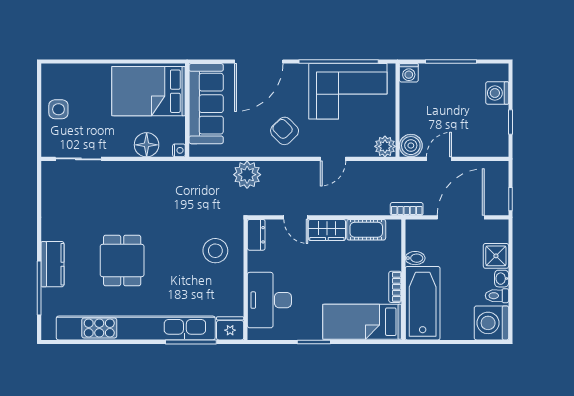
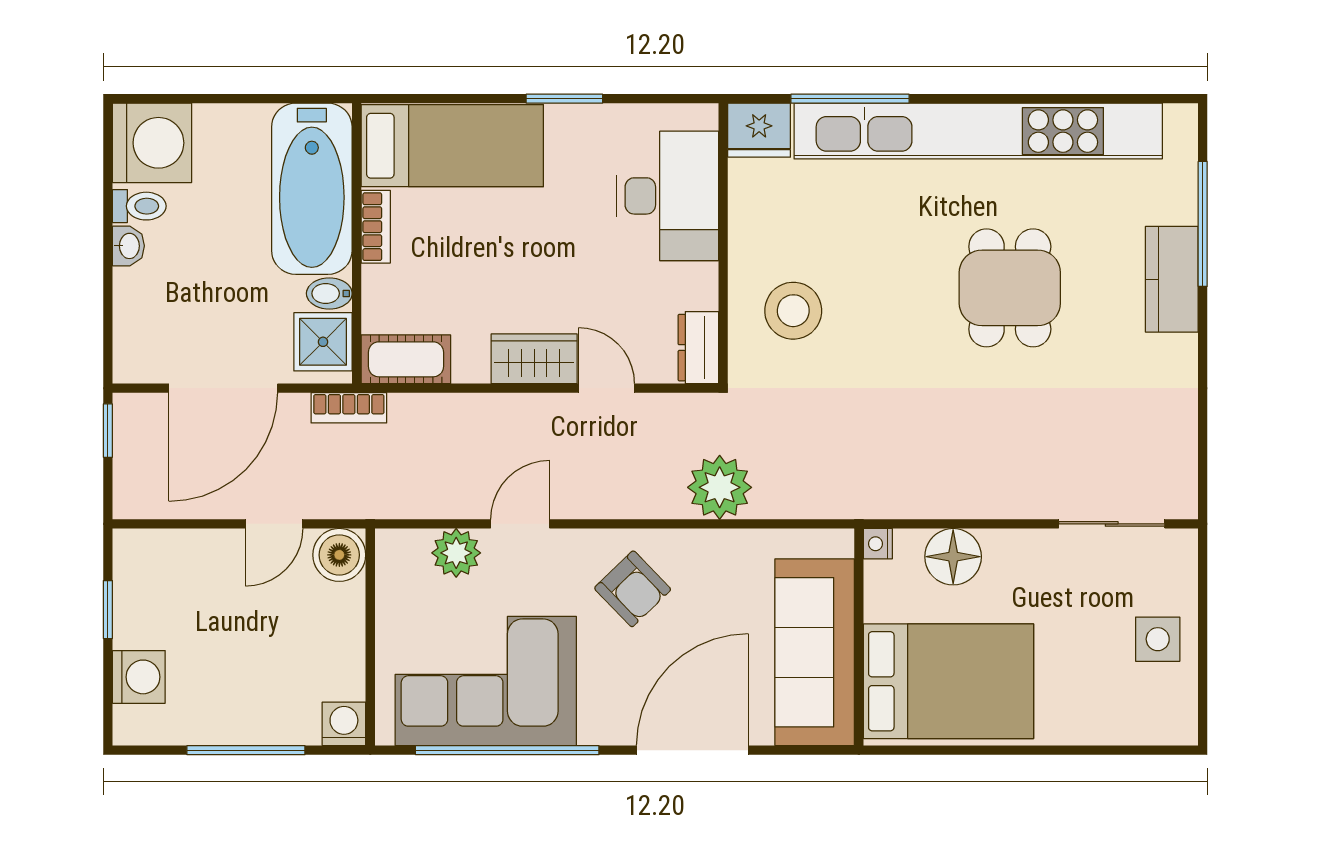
plant: (385, 146) -> (456, 553), moved
cot: (366, 230) -> (406, 359), moved
shower: (496, 256) -> (323, 342), moved

